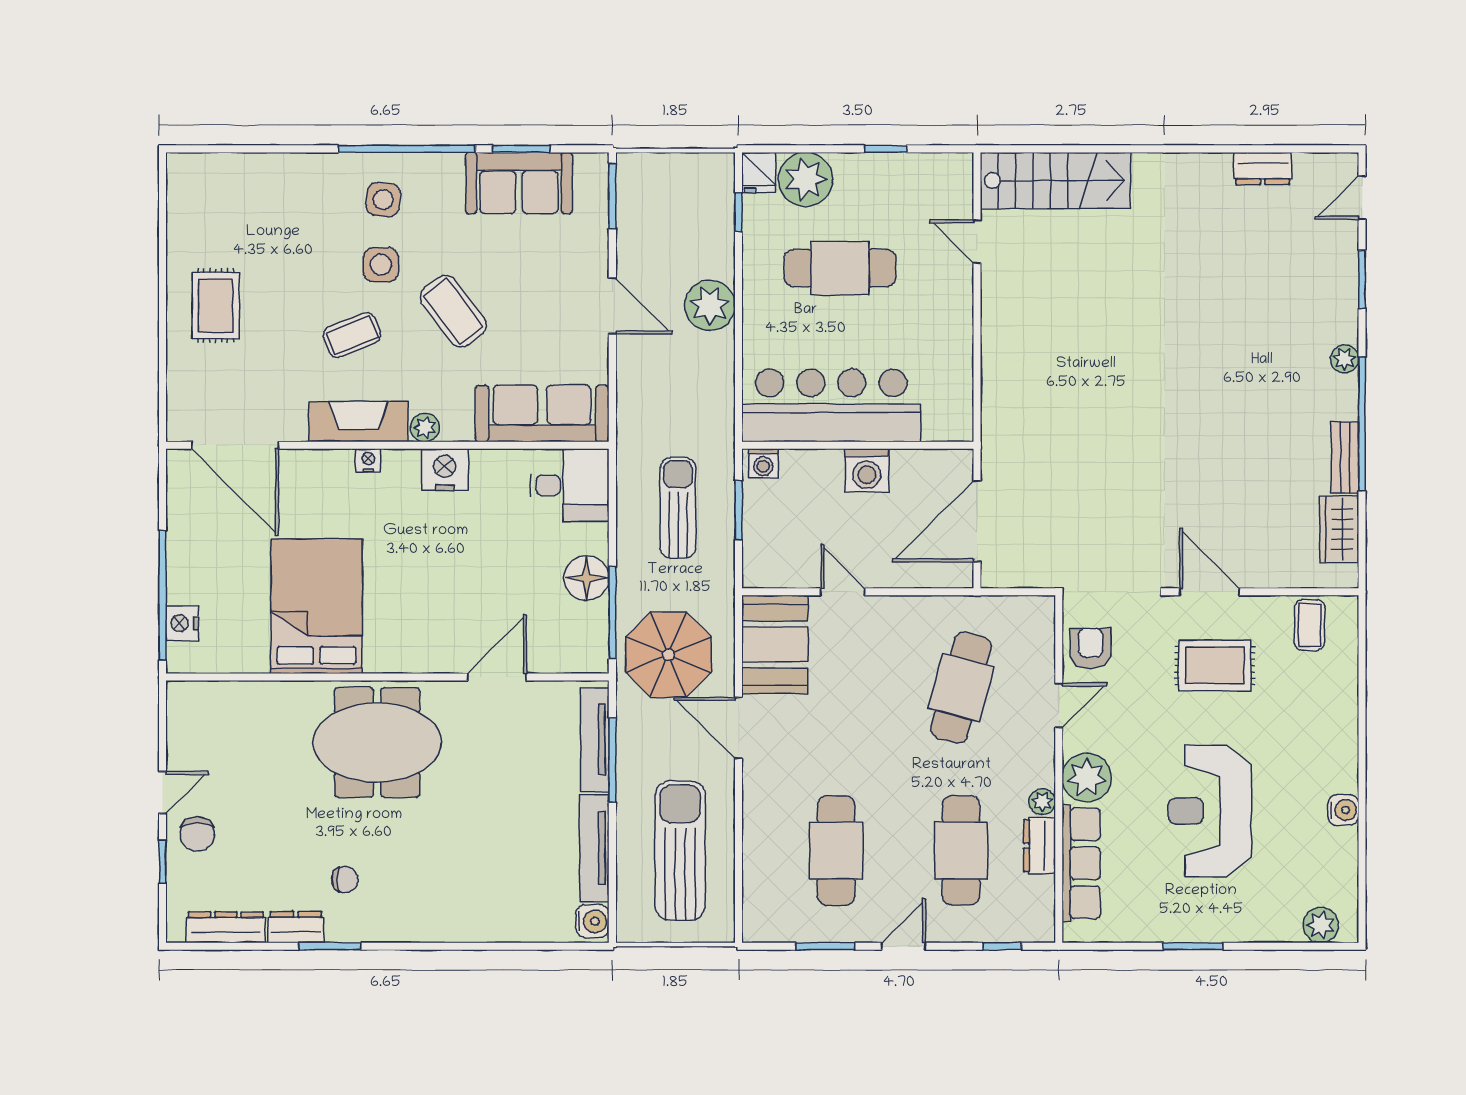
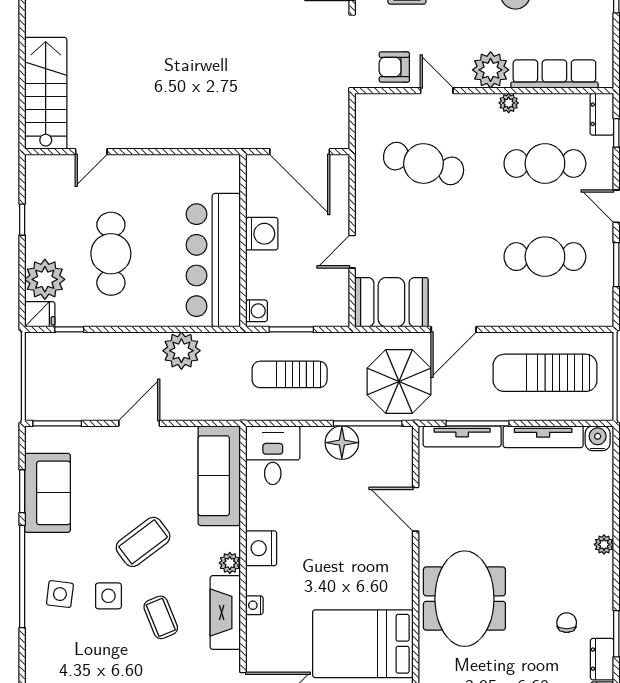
plant: (710, 305) -> (181, 351), moved
dresser: (1039, 846) -> (602, 114), moved, turned 90
plant: (450, 930) -> (604, 544), added

